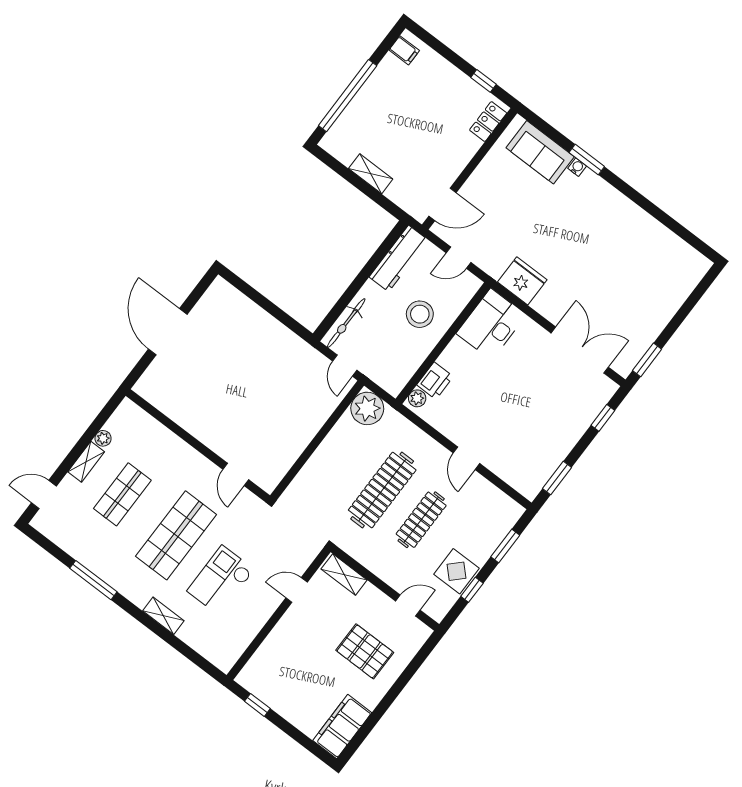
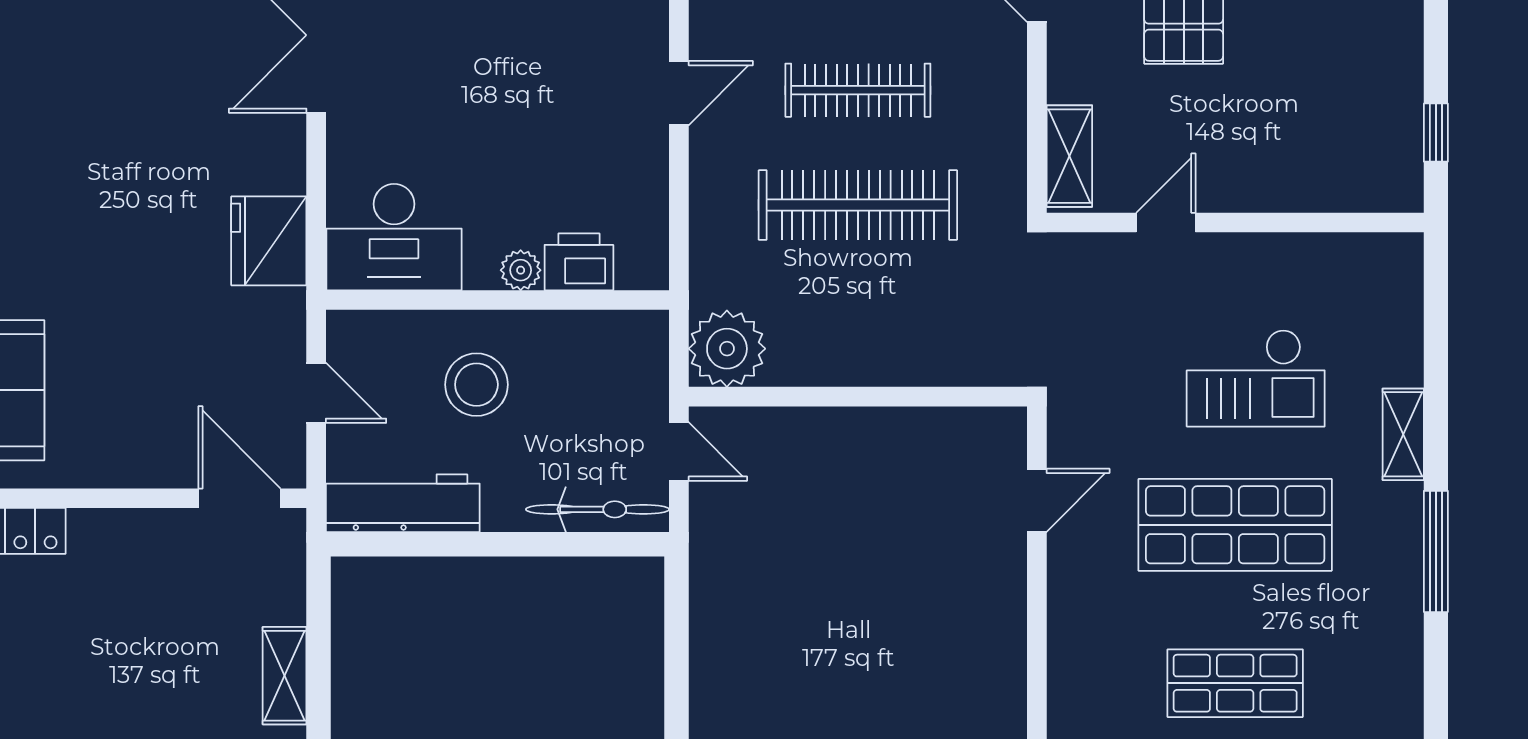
door: (345, 366) -> (679, 451), hinge flipped
plant: (417, 398) -> (521, 270), moved
window: (93, 580) -> (1436, 551), moved
door: (297, 590) -> (1166, 223), swing flipped

